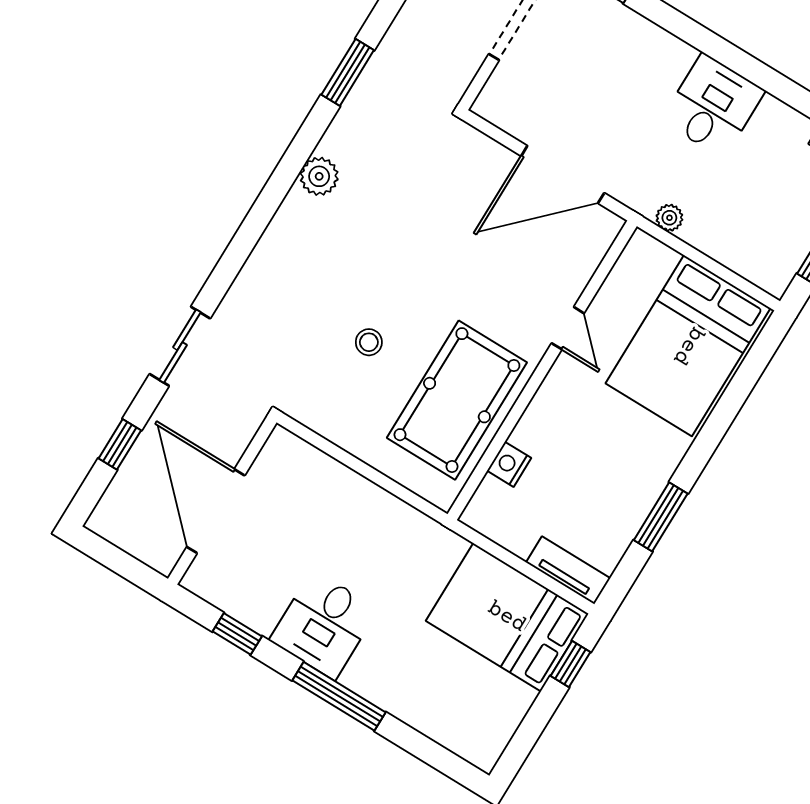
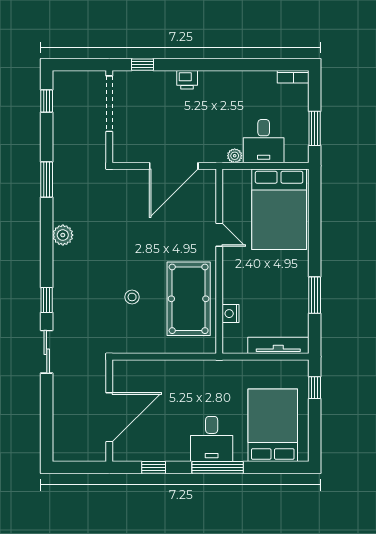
printer: (668, 51) -> (187, 80), added
desk: (713, 106) -> (264, 141), moved, turned 180
window: (120, 444) -> (47, 300), moved
door: (216, 511) -> (109, 417), swing flipped
tv unit: (568, 570) -> (278, 345), width x1.41
bed: (507, 617) -> (273, 425), moved, turned 90
desk: (324, 625) -> (212, 439), moved

